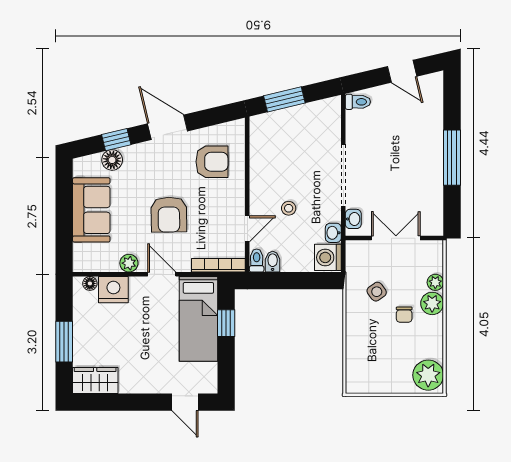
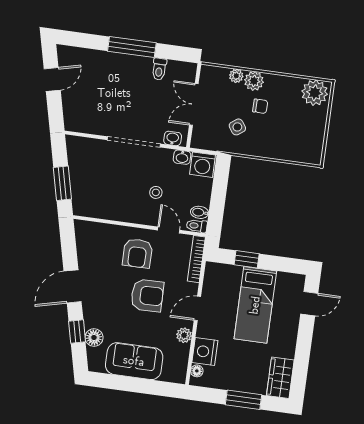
toilet: (358, 102) -> (159, 69), moved, turned 180
armchair: (212, 162) -> (137, 253), moved, turned 180
bed: (198, 319) -> (255, 305), moved, turned 90

